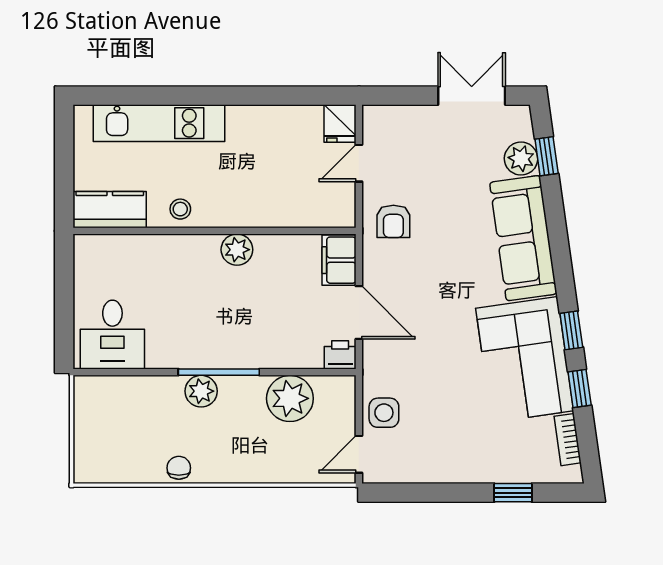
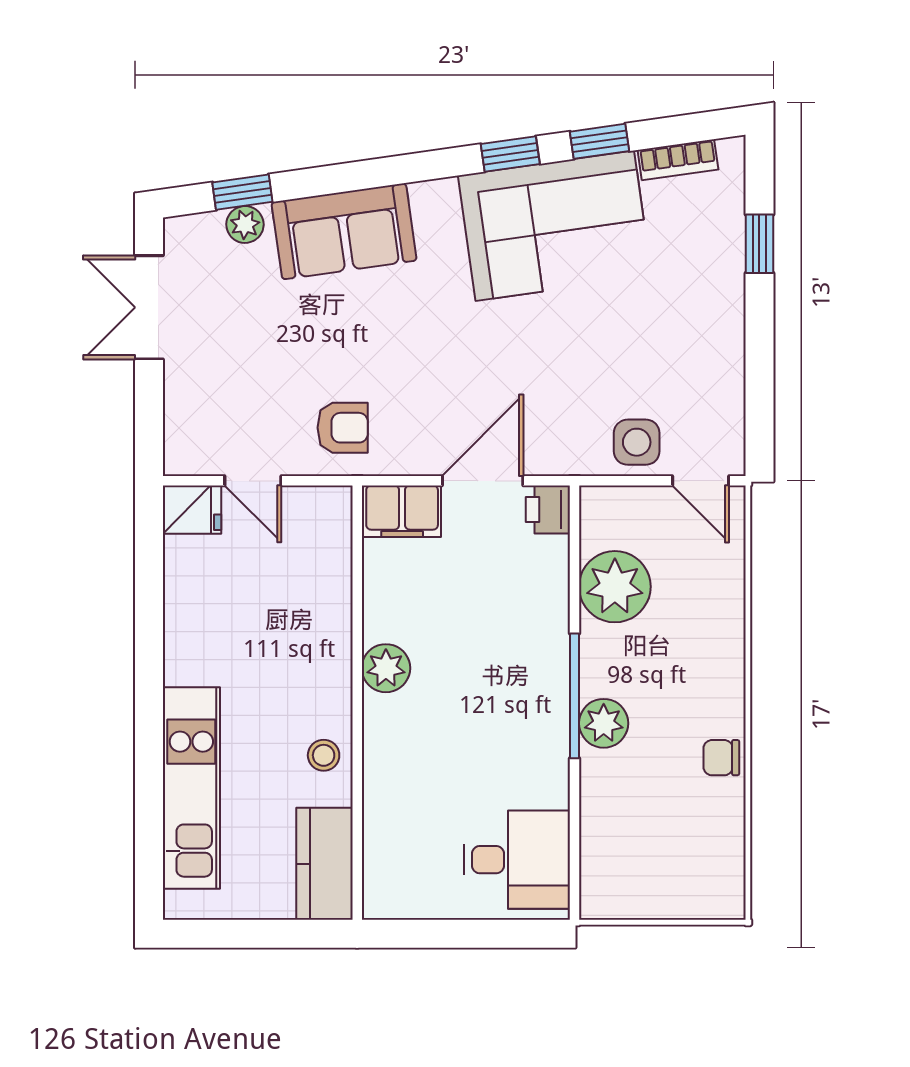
plant: (521, 159) -> (245, 224), width x0.73, depth x0.73
sofa: (523, 238) -> (344, 231), width x0.73

